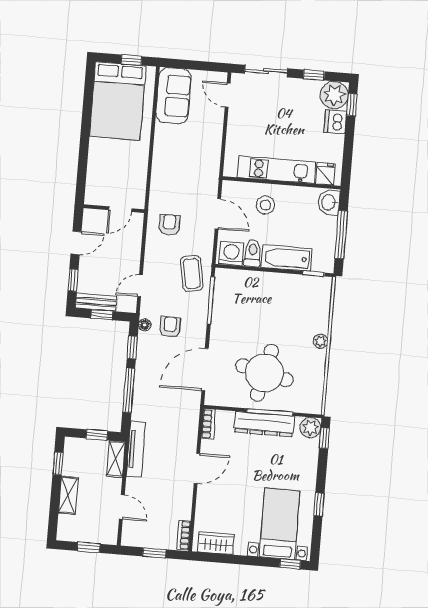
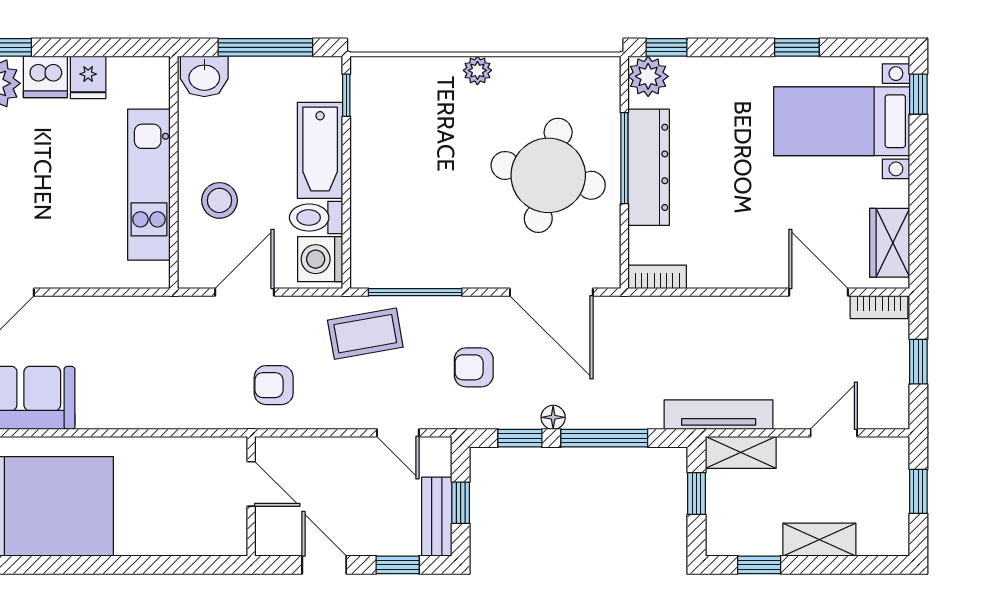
fridge: (325, 174) -> (88, 77), moved, turned -90
floor lamp: (145, 325) -> (553, 417), moved
door: (197, 468) -> (818, 292), moved

